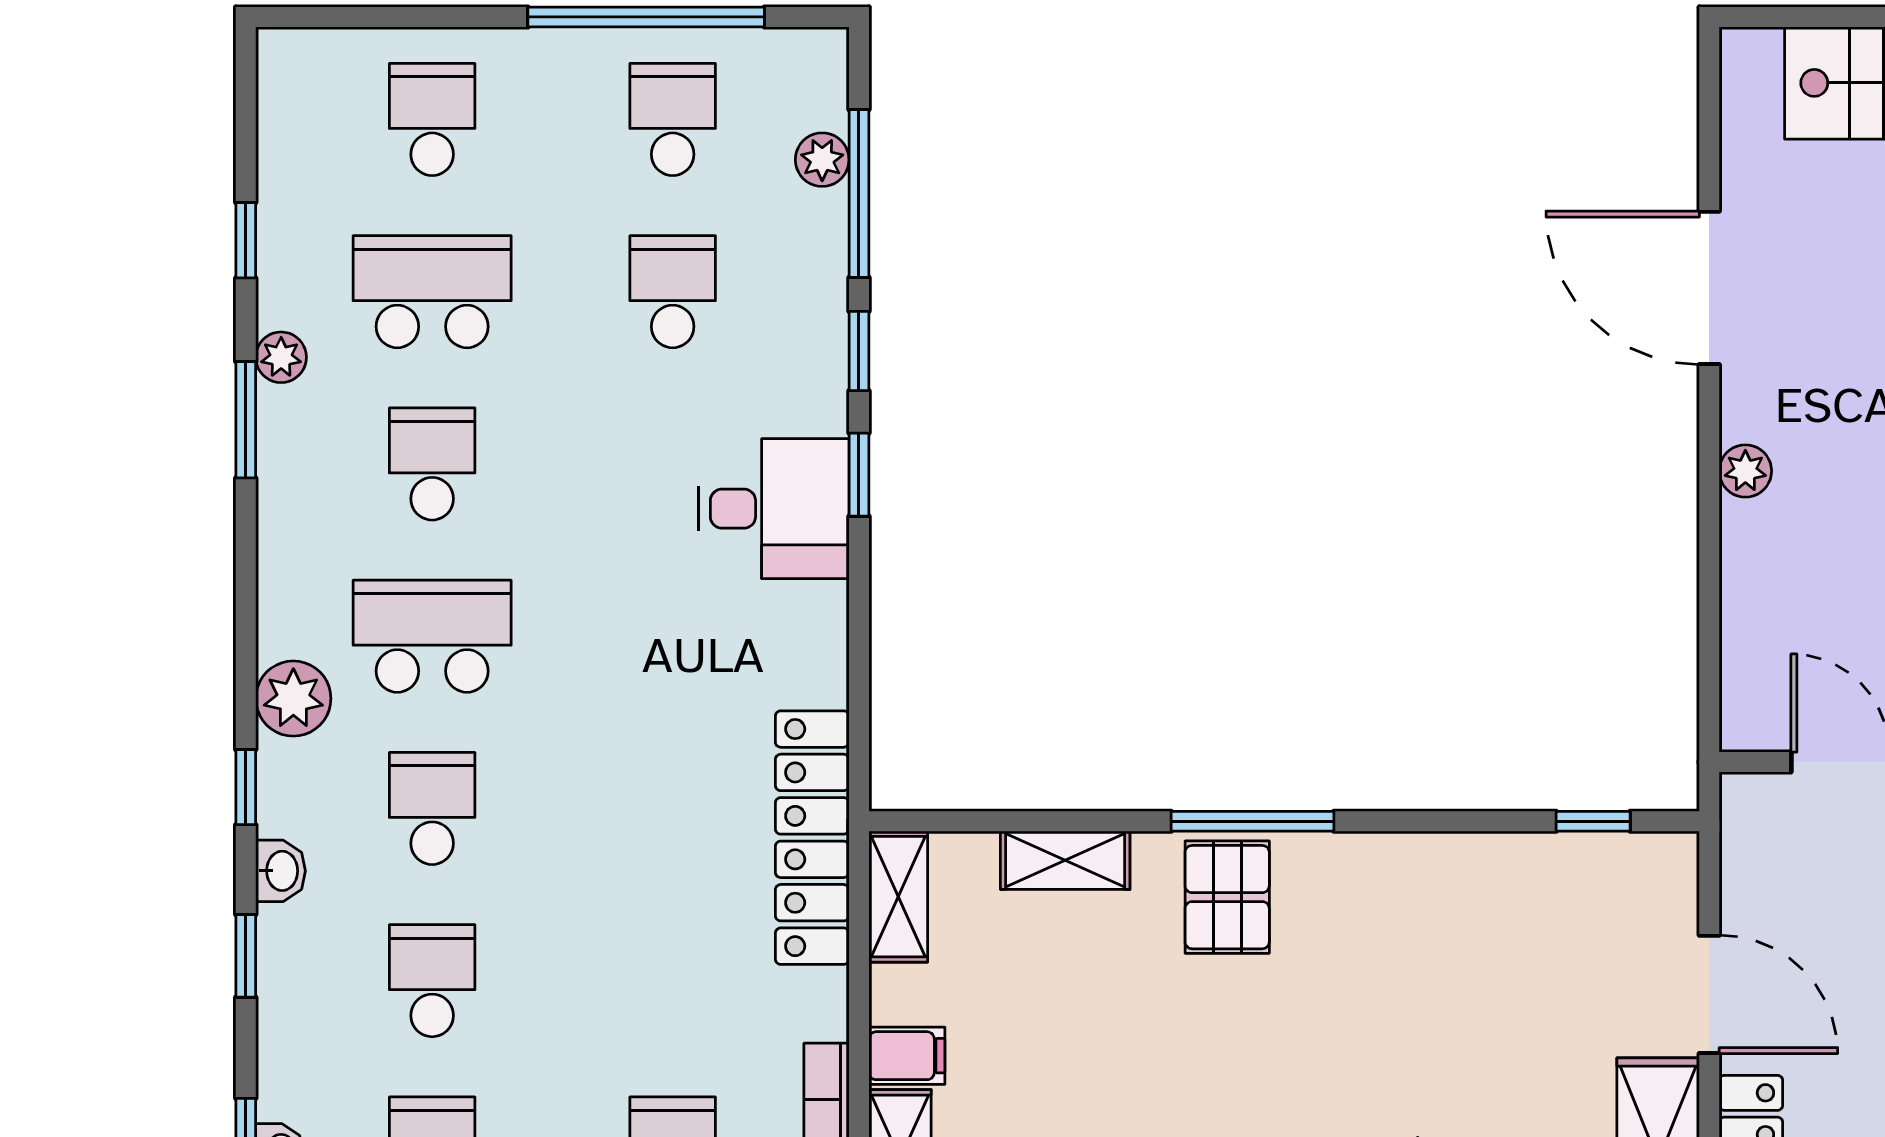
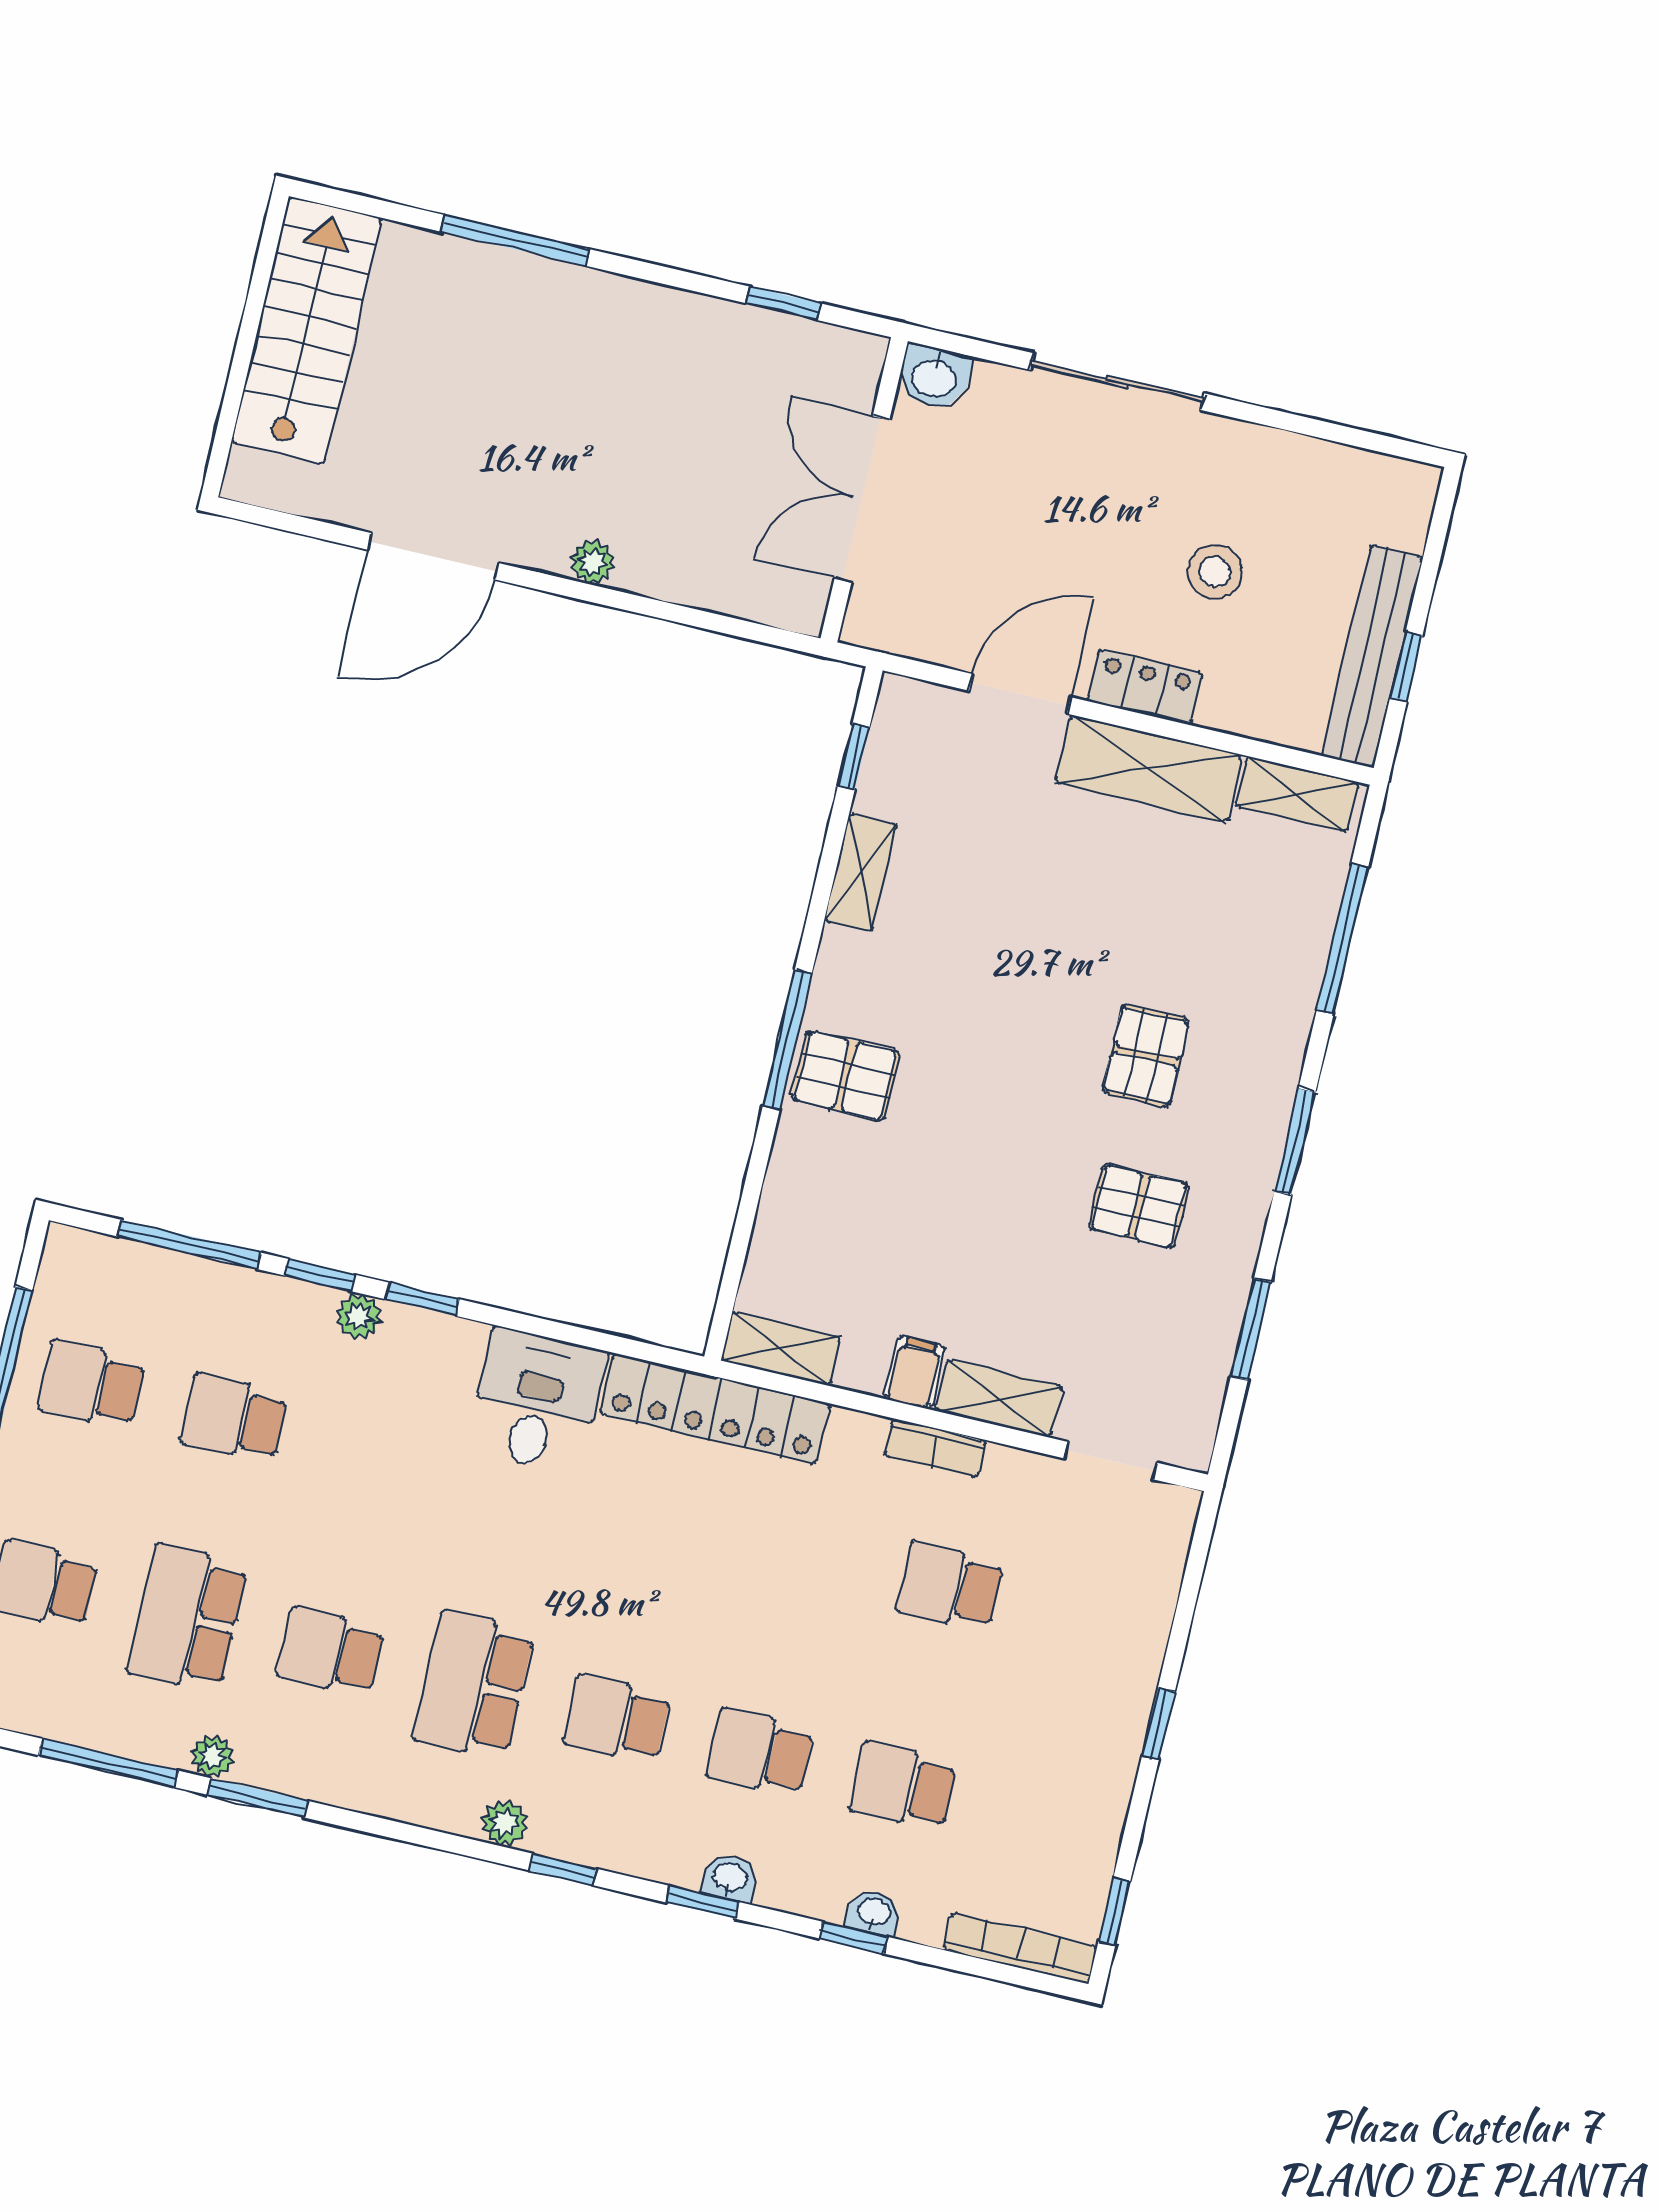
plant: (822, 160) -> (359, 1316), moved
window: (246, 240) -> (108, 1763), width x2.17
desk: (774, 509) -> (537, 1401), moved
plant: (293, 699) -> (505, 1823), width x0.73, depth x0.73
shelving: (1065, 860) -> (861, 873), moved
washbasin: (281, 871) -> (730, 1878), moved

